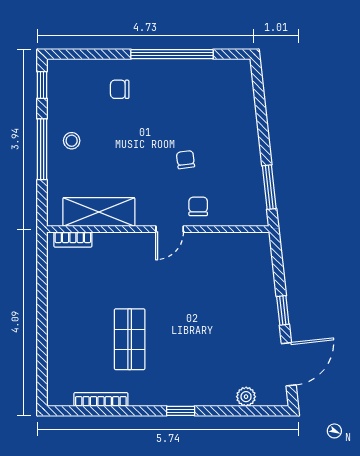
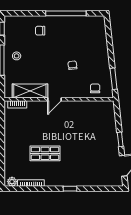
chair: (198, 206) -> (95, 88), moved
door: (170, 229) -> (55, 99), moved
shop shelf: (130, 339) -> (45, 153), turned 90
plant: (246, 397) -> (12, 182), moved

